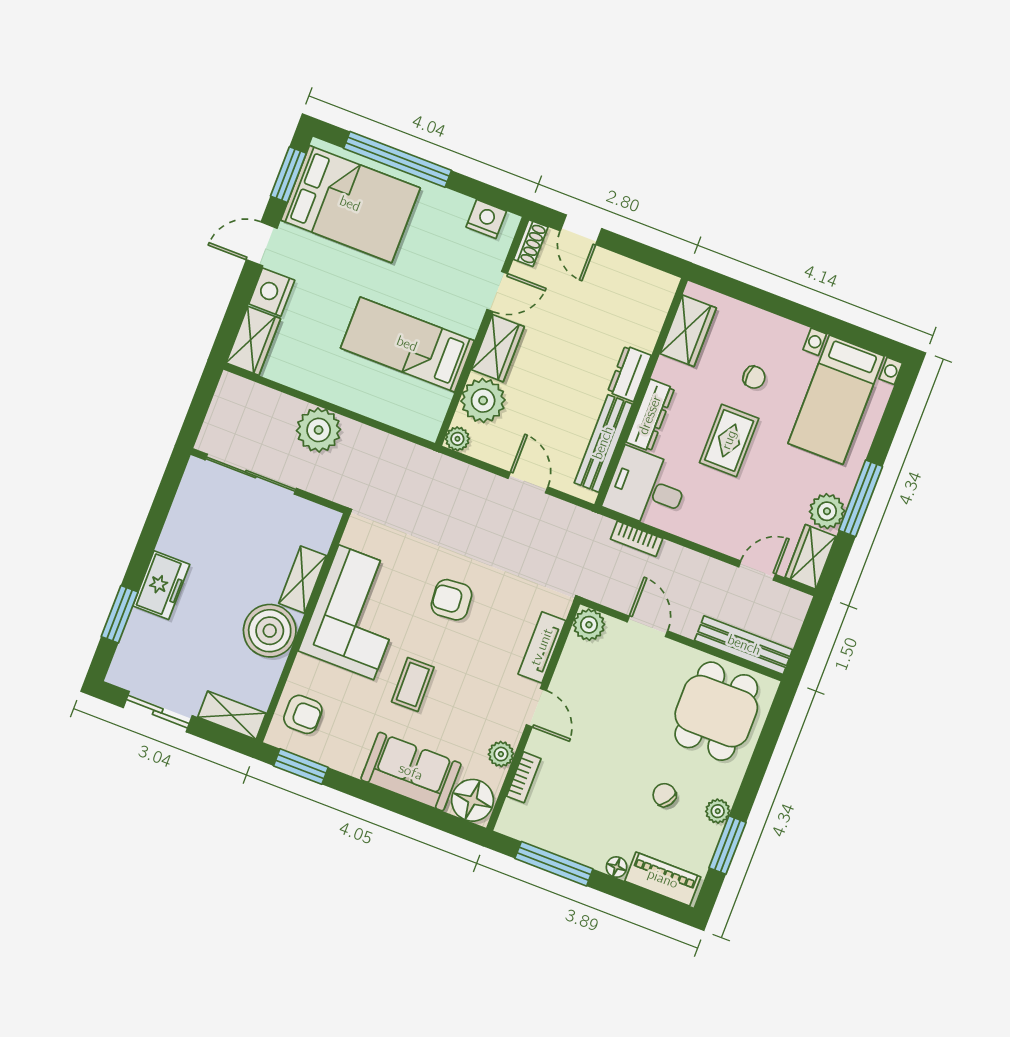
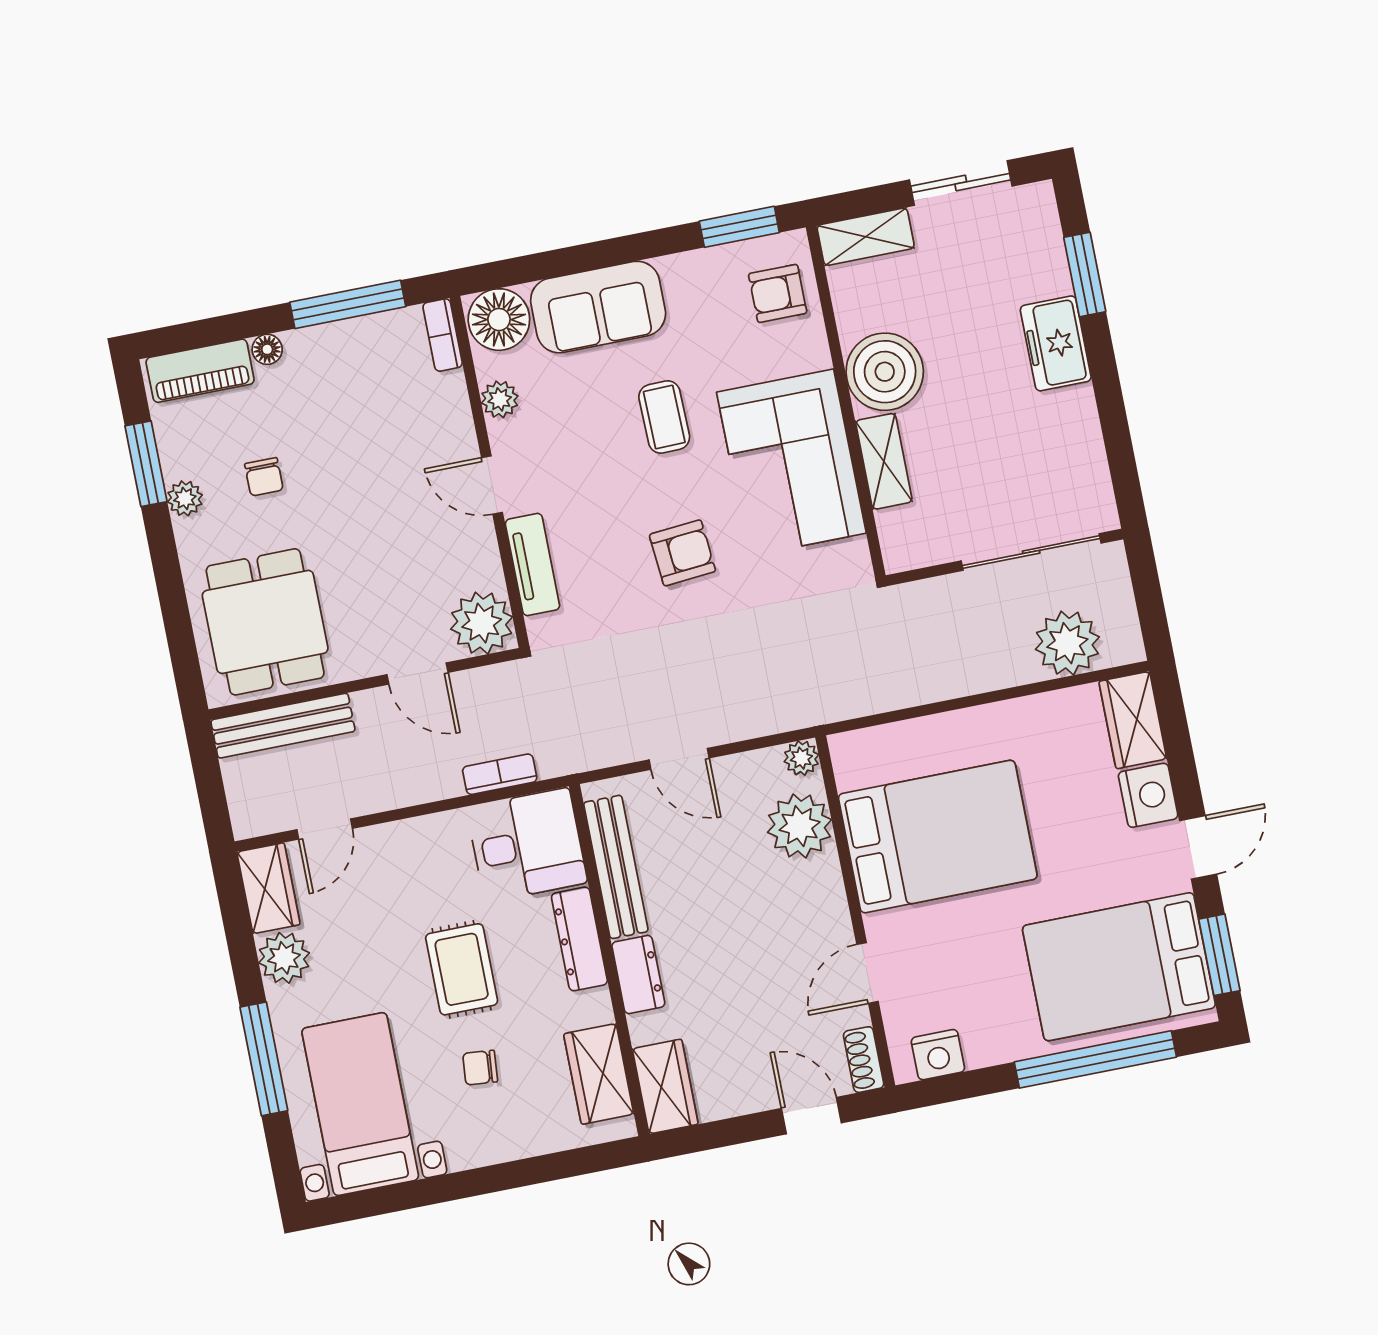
bed: (407, 344) -> (938, 837), width x1.50
wardrobe: (498, 348) -> (665, 1086), moved, turned 180
plant: (319, 430) -> (1067, 643), moved
window: (861, 498) -> (264, 1059), moved
plant: (589, 625) -> (482, 623), width x1.36, depth x1.36
bookcase: (524, 777) -> (443, 335), moved
chair: (664, 795) -> (264, 477), turned 56

